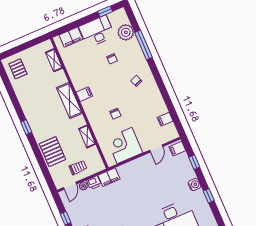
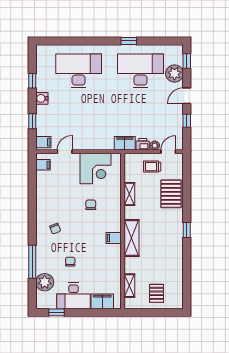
pallet: (18, 69) -> (157, 293), moved
filing cabinet: (165, 119) -> (43, 165), moved

